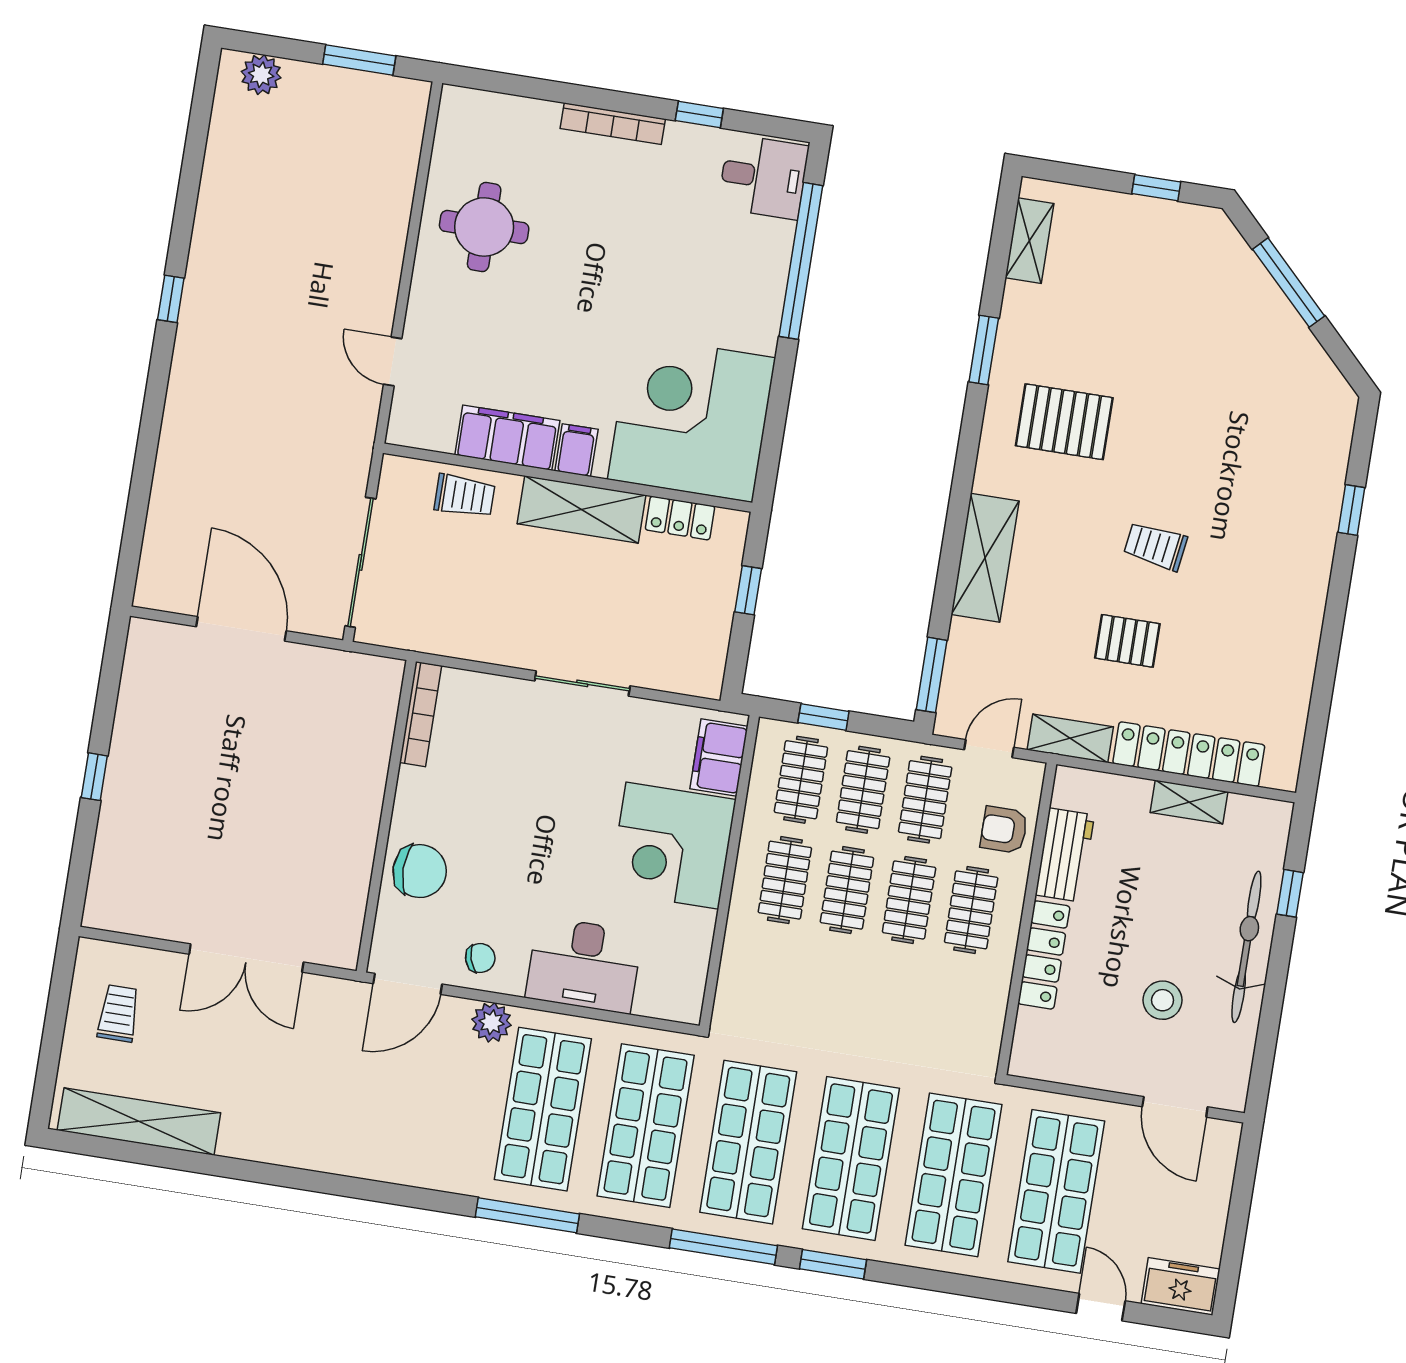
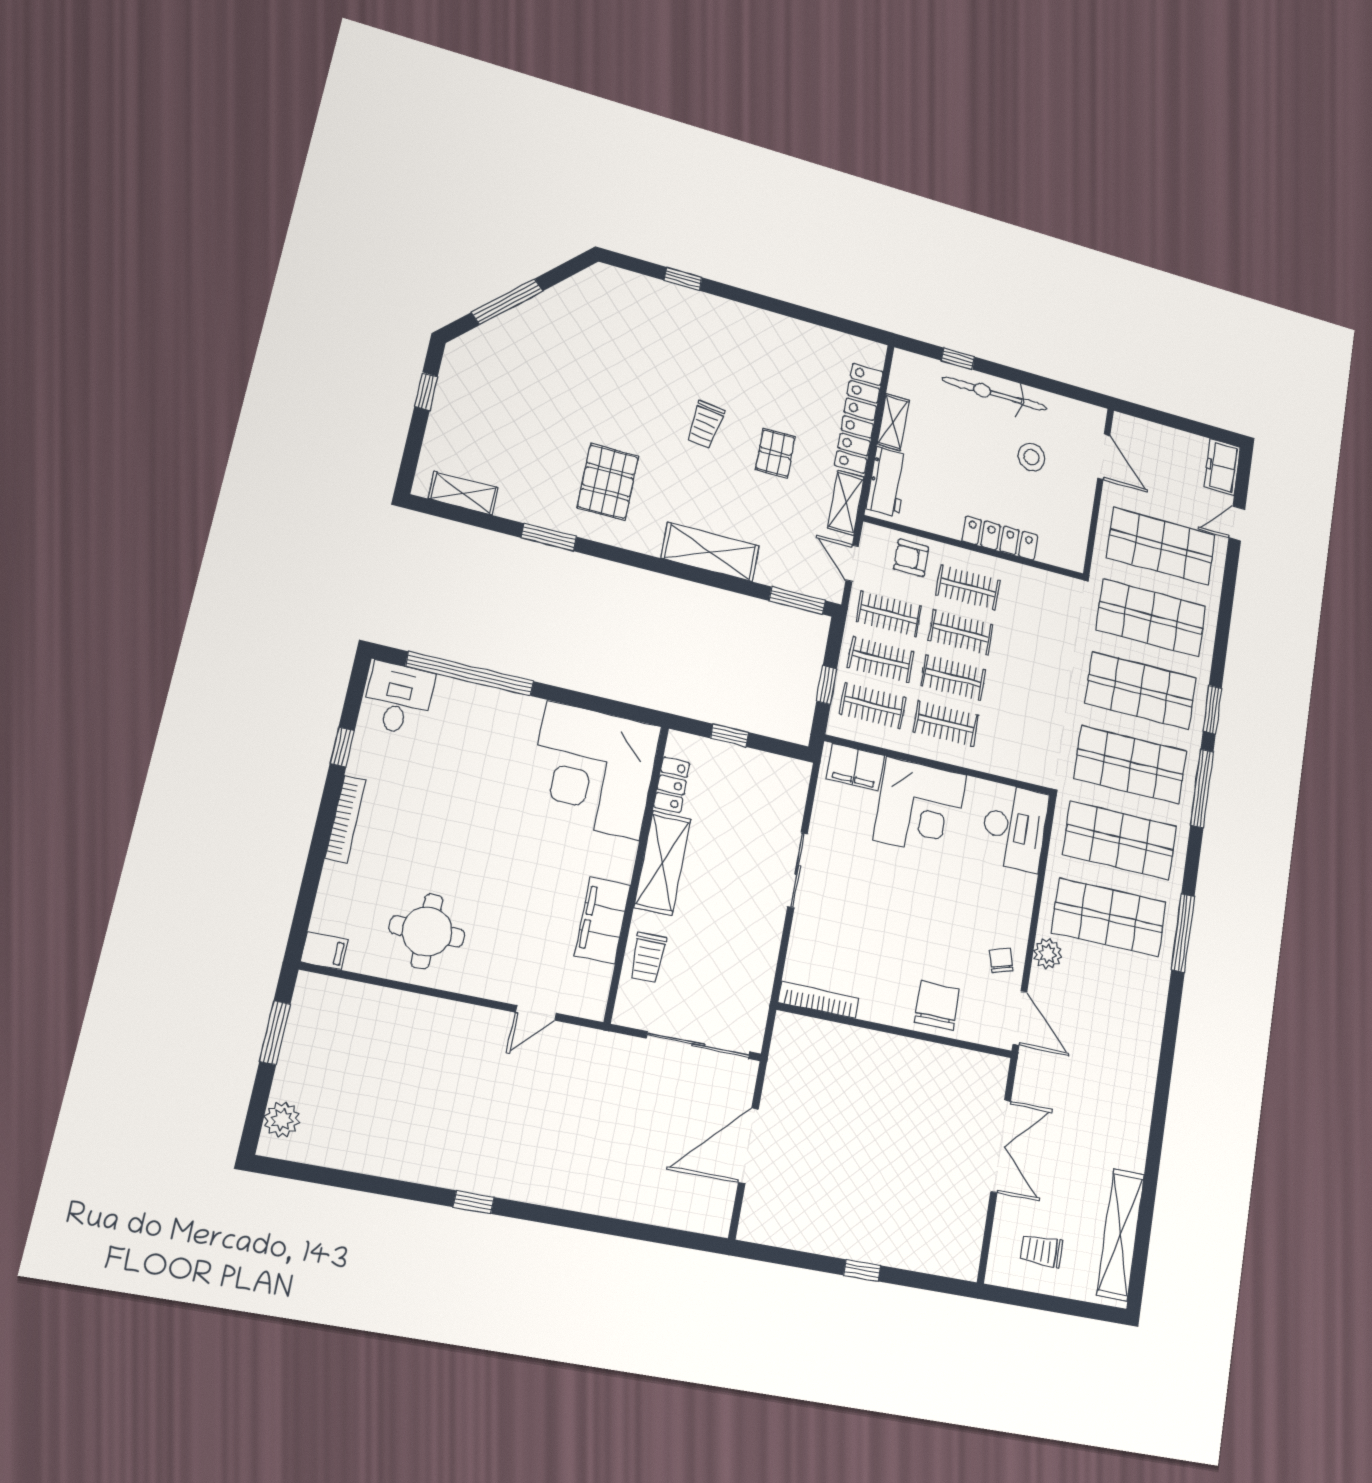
filing cabinet: (576, 450) -> (324, 951), moved, turned 180
trolley: (465, 496) -> (648, 957), turned 180
armchair: (1004, 830) -> (911, 558), turned 90
workbench: (1065, 855) -> (887, 482), moved, turned 90
desk: (584, 965) -> (1015, 827), moved
door: (1175, 1107) -> (1104, 457), hinge flipped

